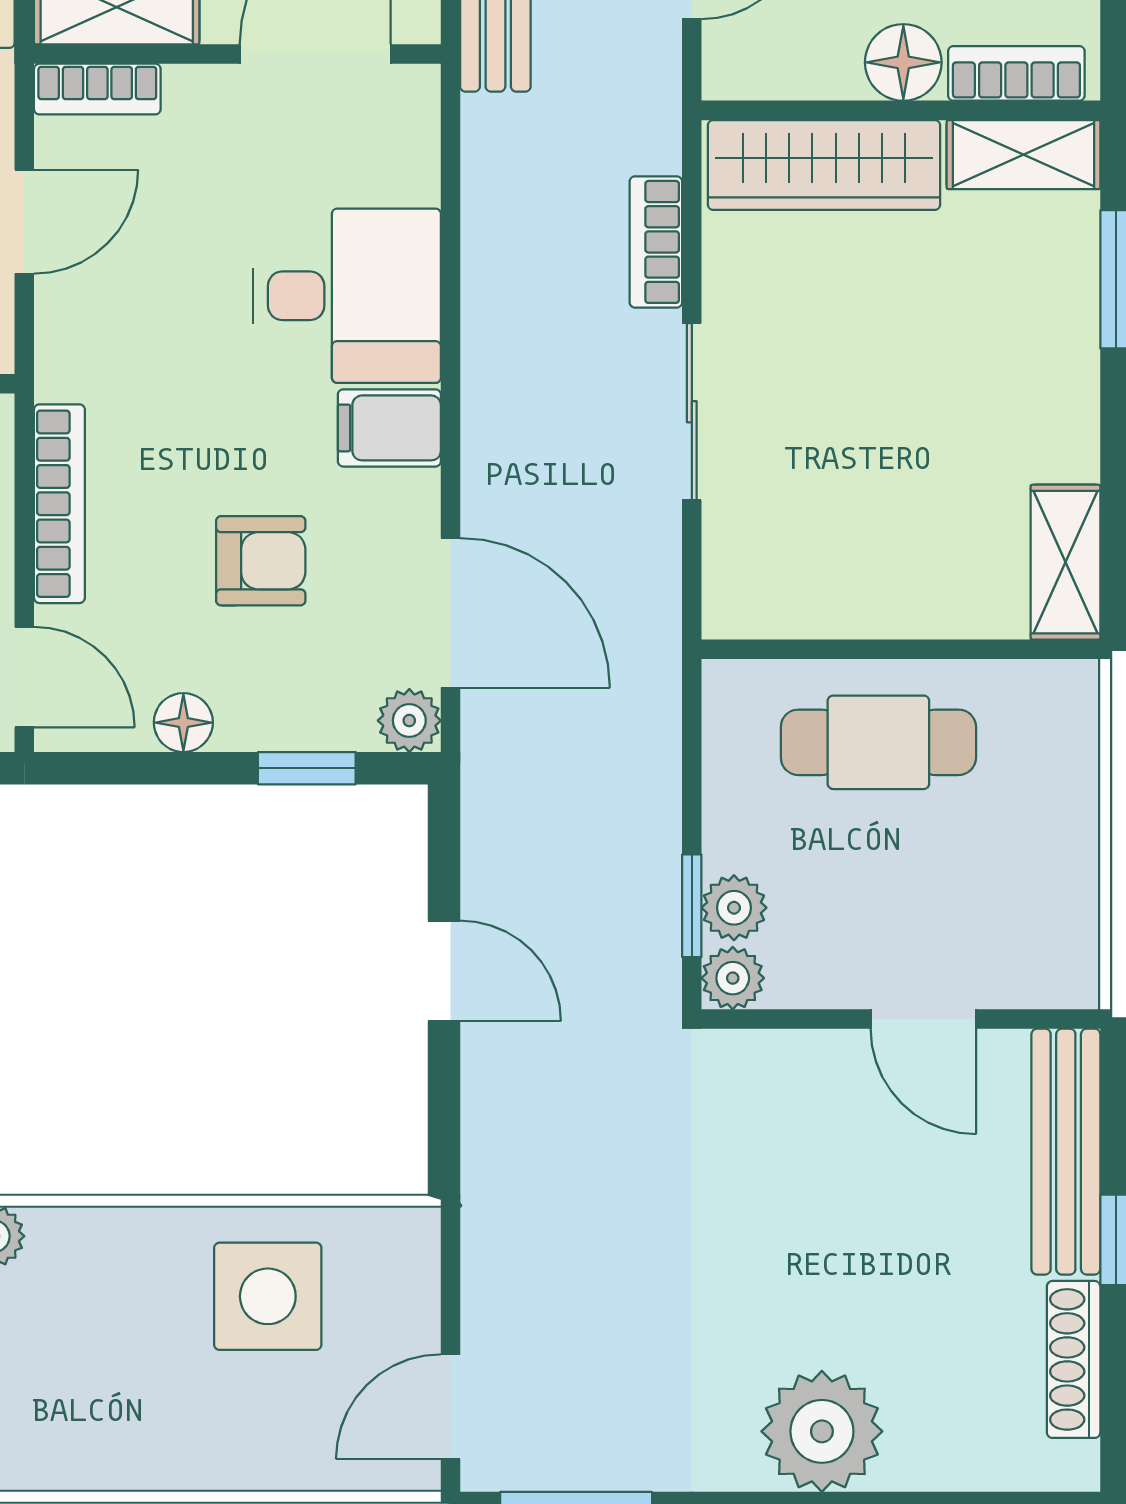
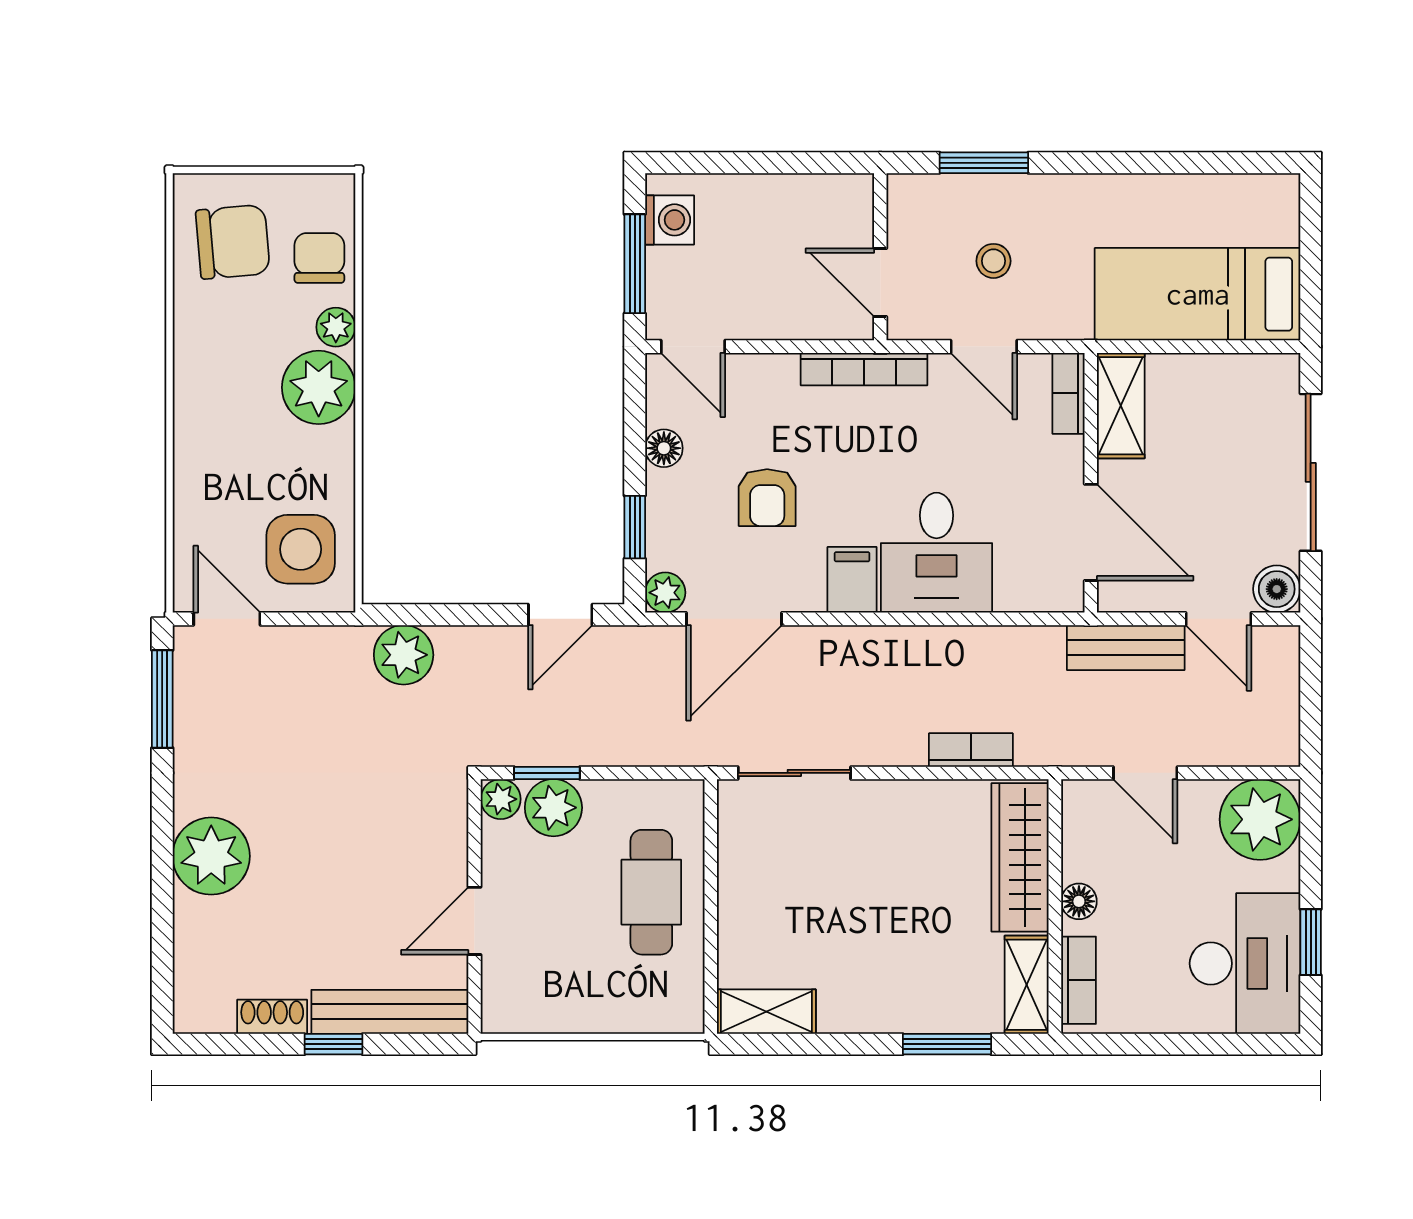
floor lamp: (903, 62) -> (1079, 901), width x0.73, depth x0.73
sliding door: (692, 412) -> (794, 773), moved
bookcase: (59, 504) -> (864, 369), moved
door: (24, 677) -> (693, 347), hinge flipped
plant: (734, 908) -> (553, 808), width x1.38, depth x1.38
door: (444, 971) -> (560, 615), moved
plant: (507, 1130) -> (404, 655), added
plant: (88, 1263) -> (319, 387), added
side table: (268, 1296) -> (301, 549), moved
shoe rack: (1074, 1359) -> (272, 1017), width x0.70

